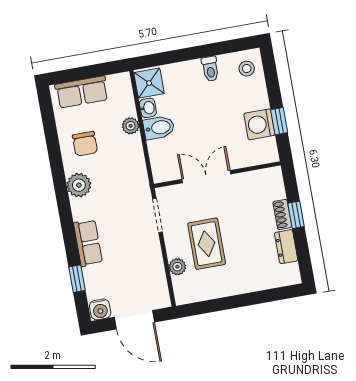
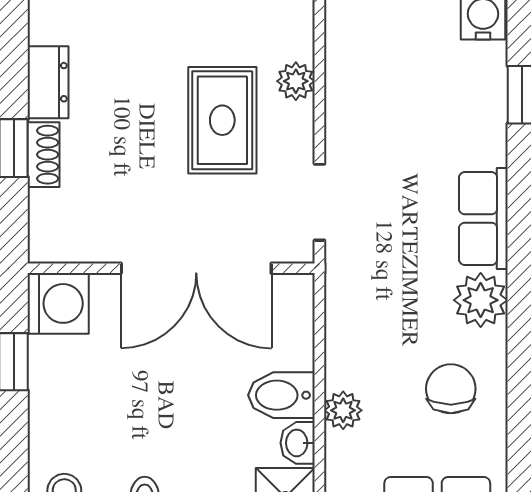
washing machine: (259, 124) -> (58, 303), moved
double door: (206, 177) -> (196, 268), width x1.37
row of seats: (88, 243) -> (483, 219), moved

